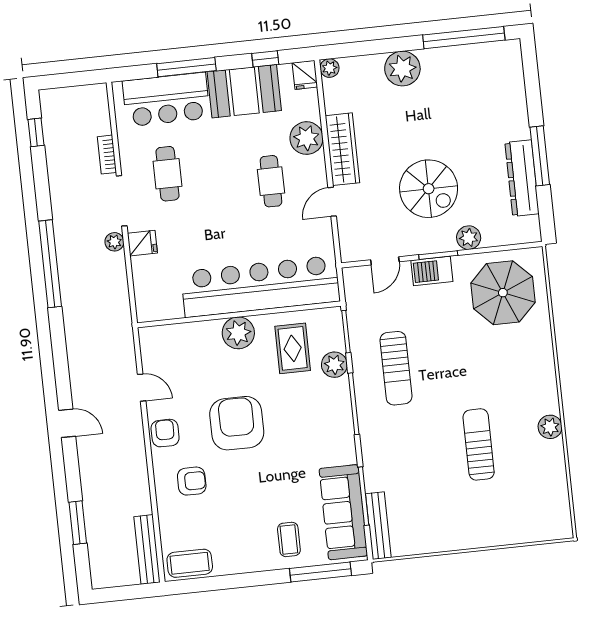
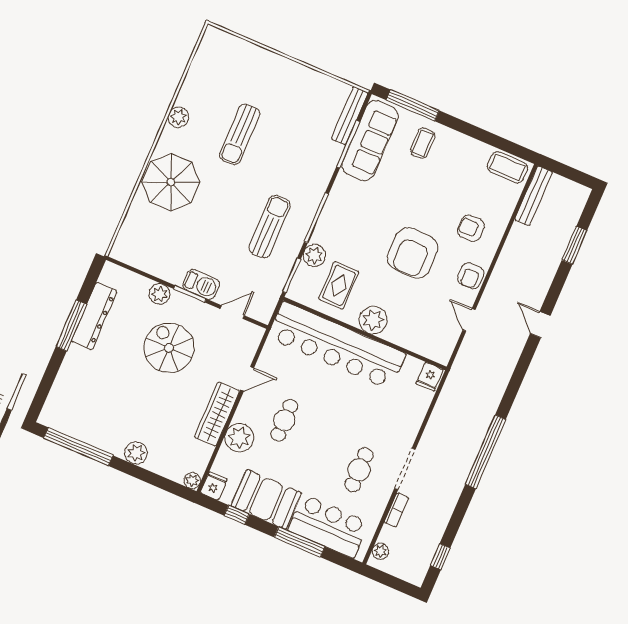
plant: (402, 69) -> (136, 453), width x0.73, depth x0.73
plant: (114, 242) -> (380, 551), moved
fridge: (142, 243) -> (430, 377), moved, turned -90
parasol: (503, 293) -> (171, 182), moved

